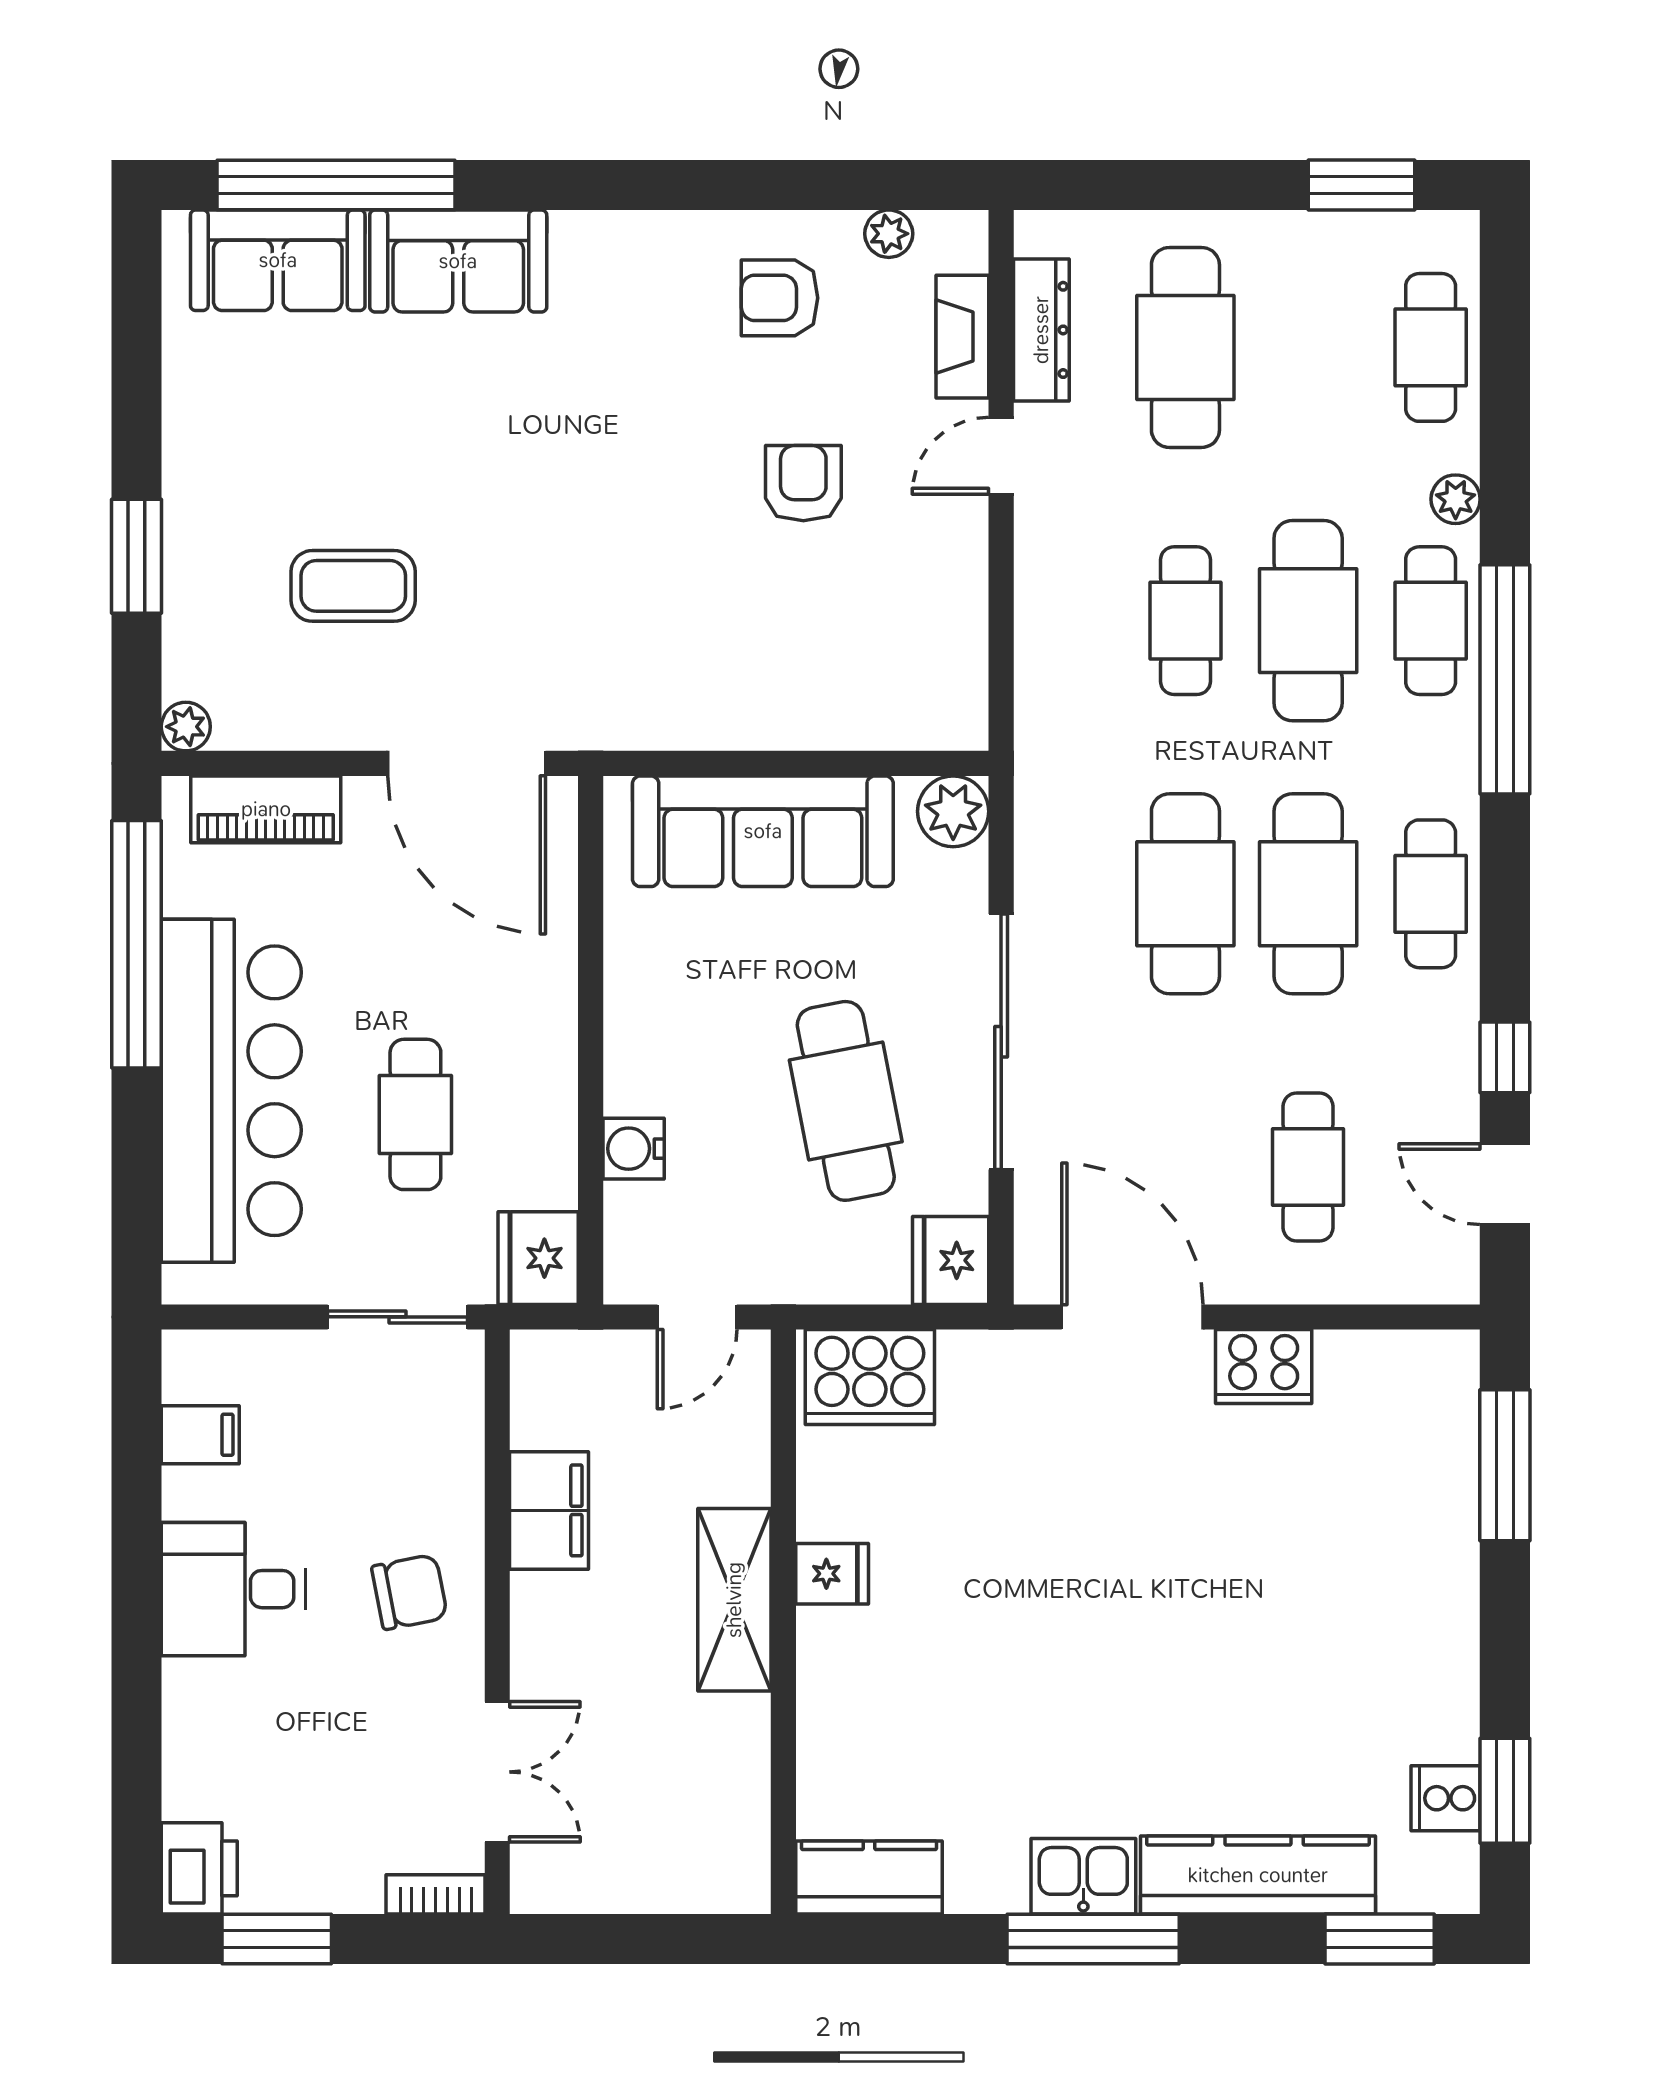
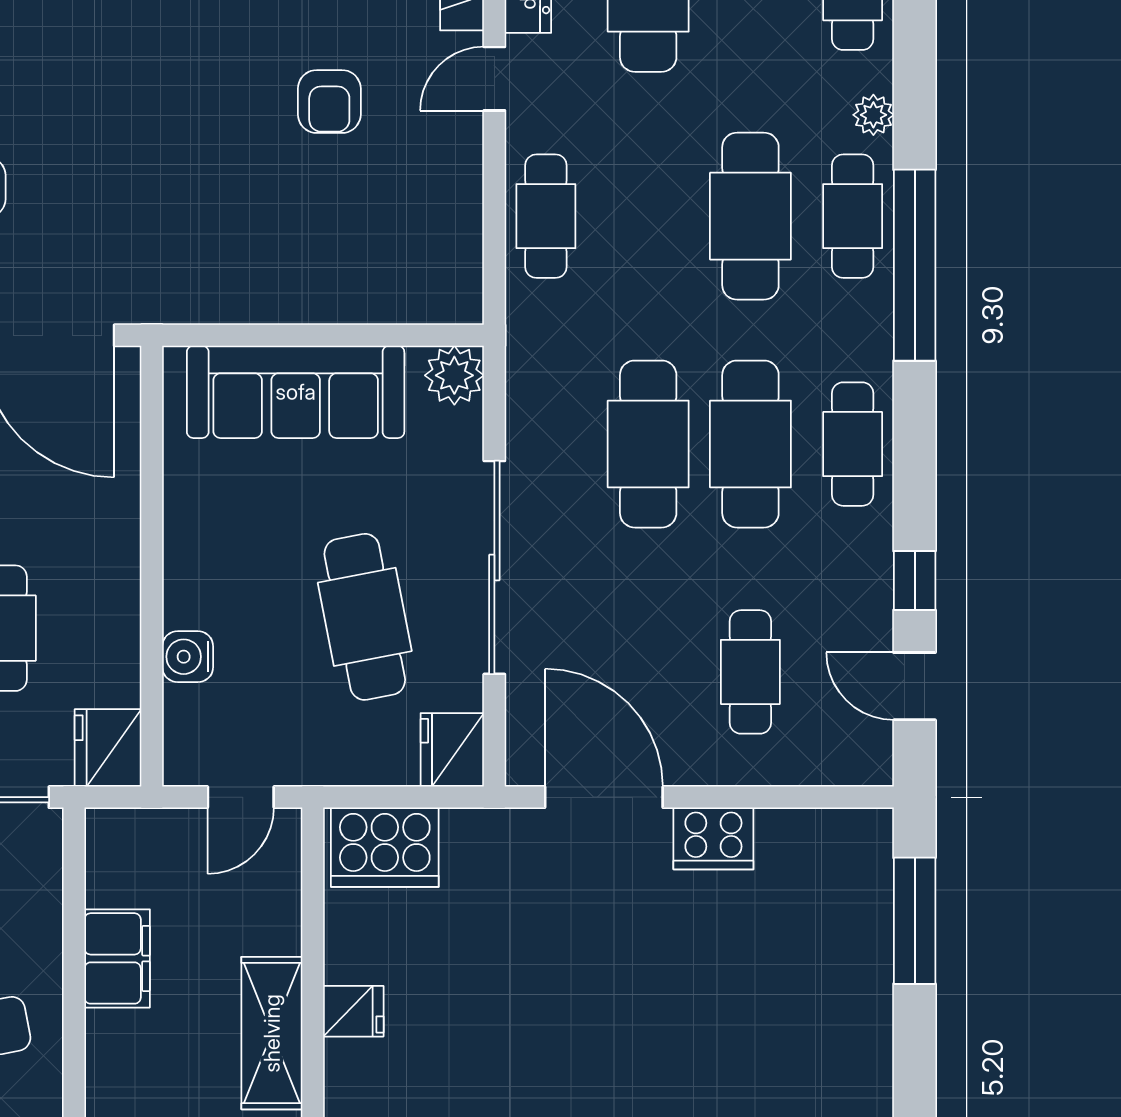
armchair: (803, 483) -> (329, 102), turned 180
cafe table: (1185, 621) -> (546, 216), moved

